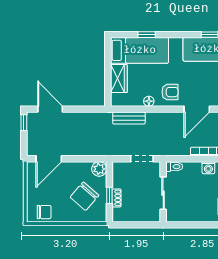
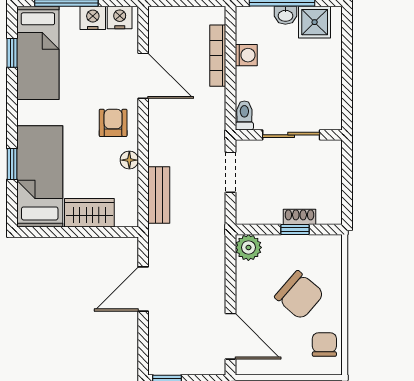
door: (50, 109) -> (143, 289), moved
chair: (84, 196) -> (299, 295), moved

